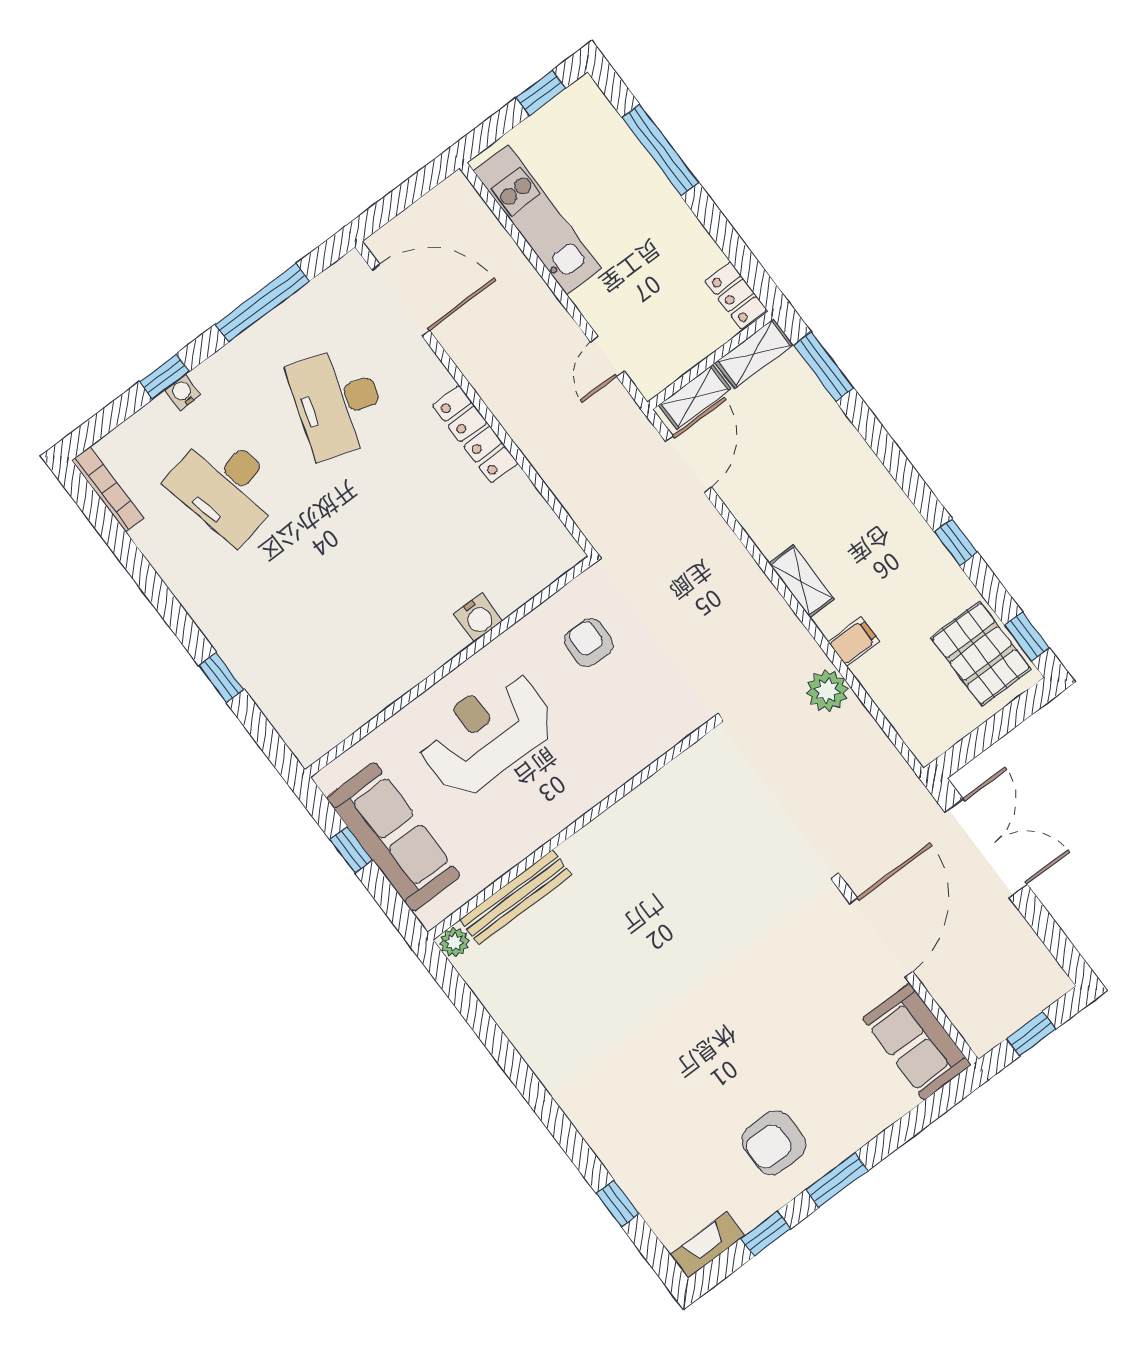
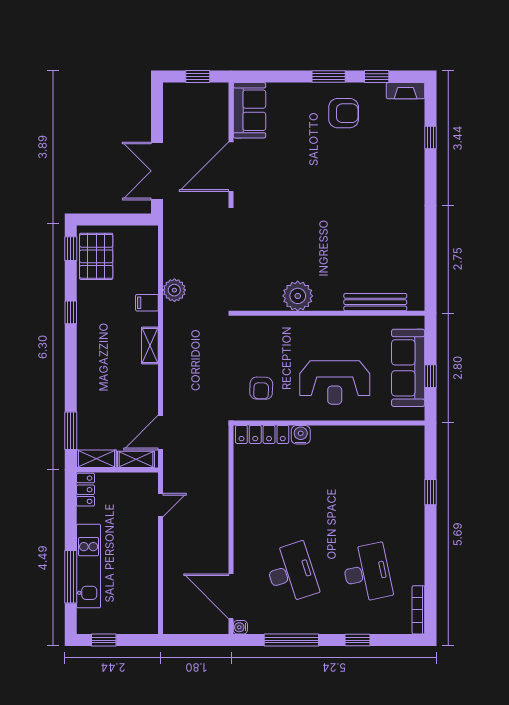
kitchen unit: (537, 220) -> (89, 566), moved, turned 180
water cooler: (183, 392) -> (240, 627), moved, turned 90
desk: (338, 402) -> (291, 573), turned -36
locker: (475, 434) -> (262, 434), moved, turned 90
plant: (454, 942) -> (298, 296), moved, width x1.88, depth x1.88

